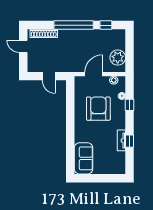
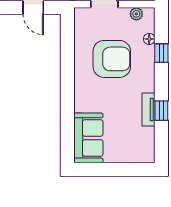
armchair: (98, 109) -> (112, 59), turned 90

